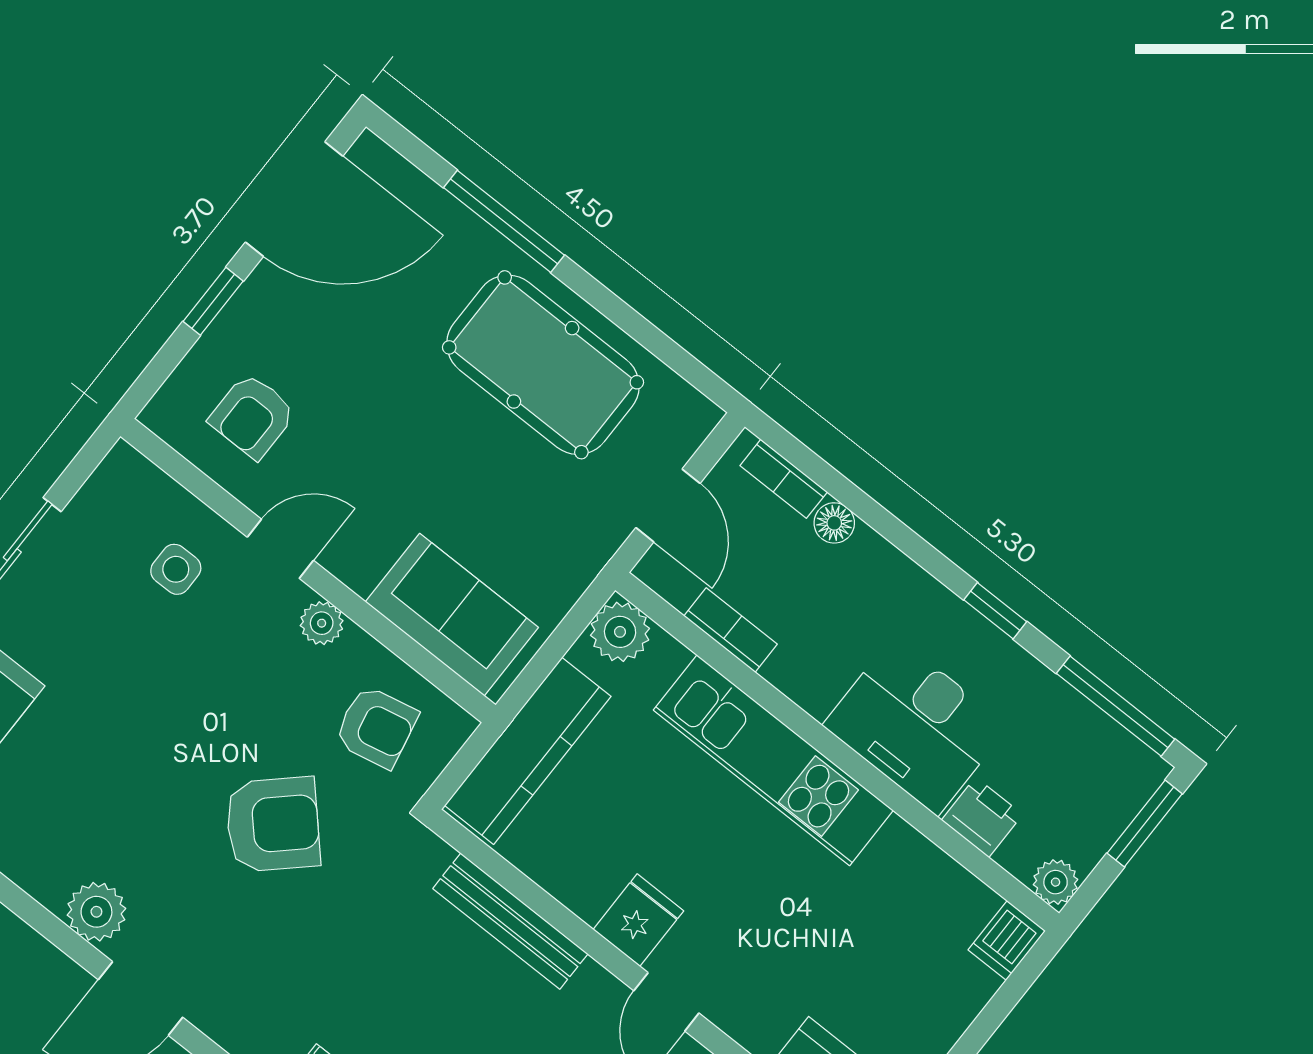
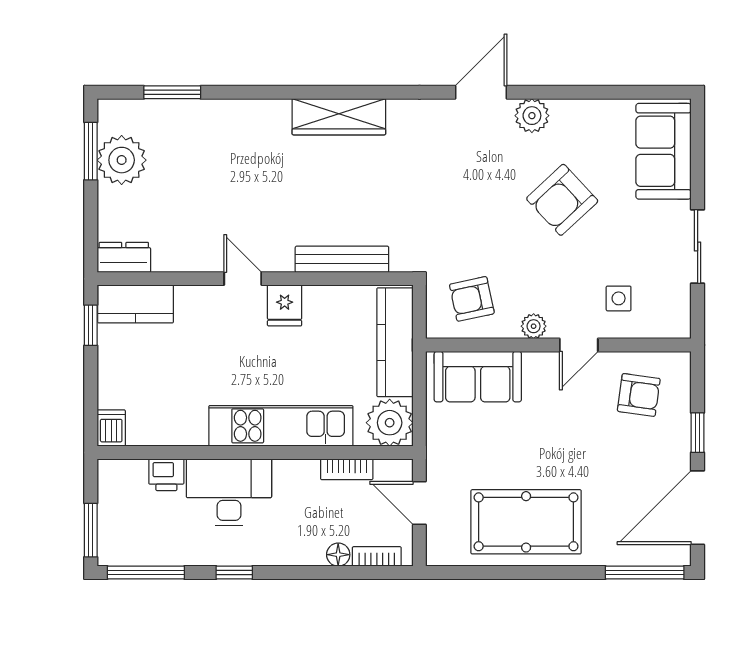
window: (504, 221) -> (645, 573), moved
armchair: (252, 416) -> (639, 395), turned 98
plant: (620, 632) -> (390, 423), width x1.36, depth x1.36
armchair: (273, 824) -> (562, 200), moved
plant: (1056, 882) -> (110, 472), removed

